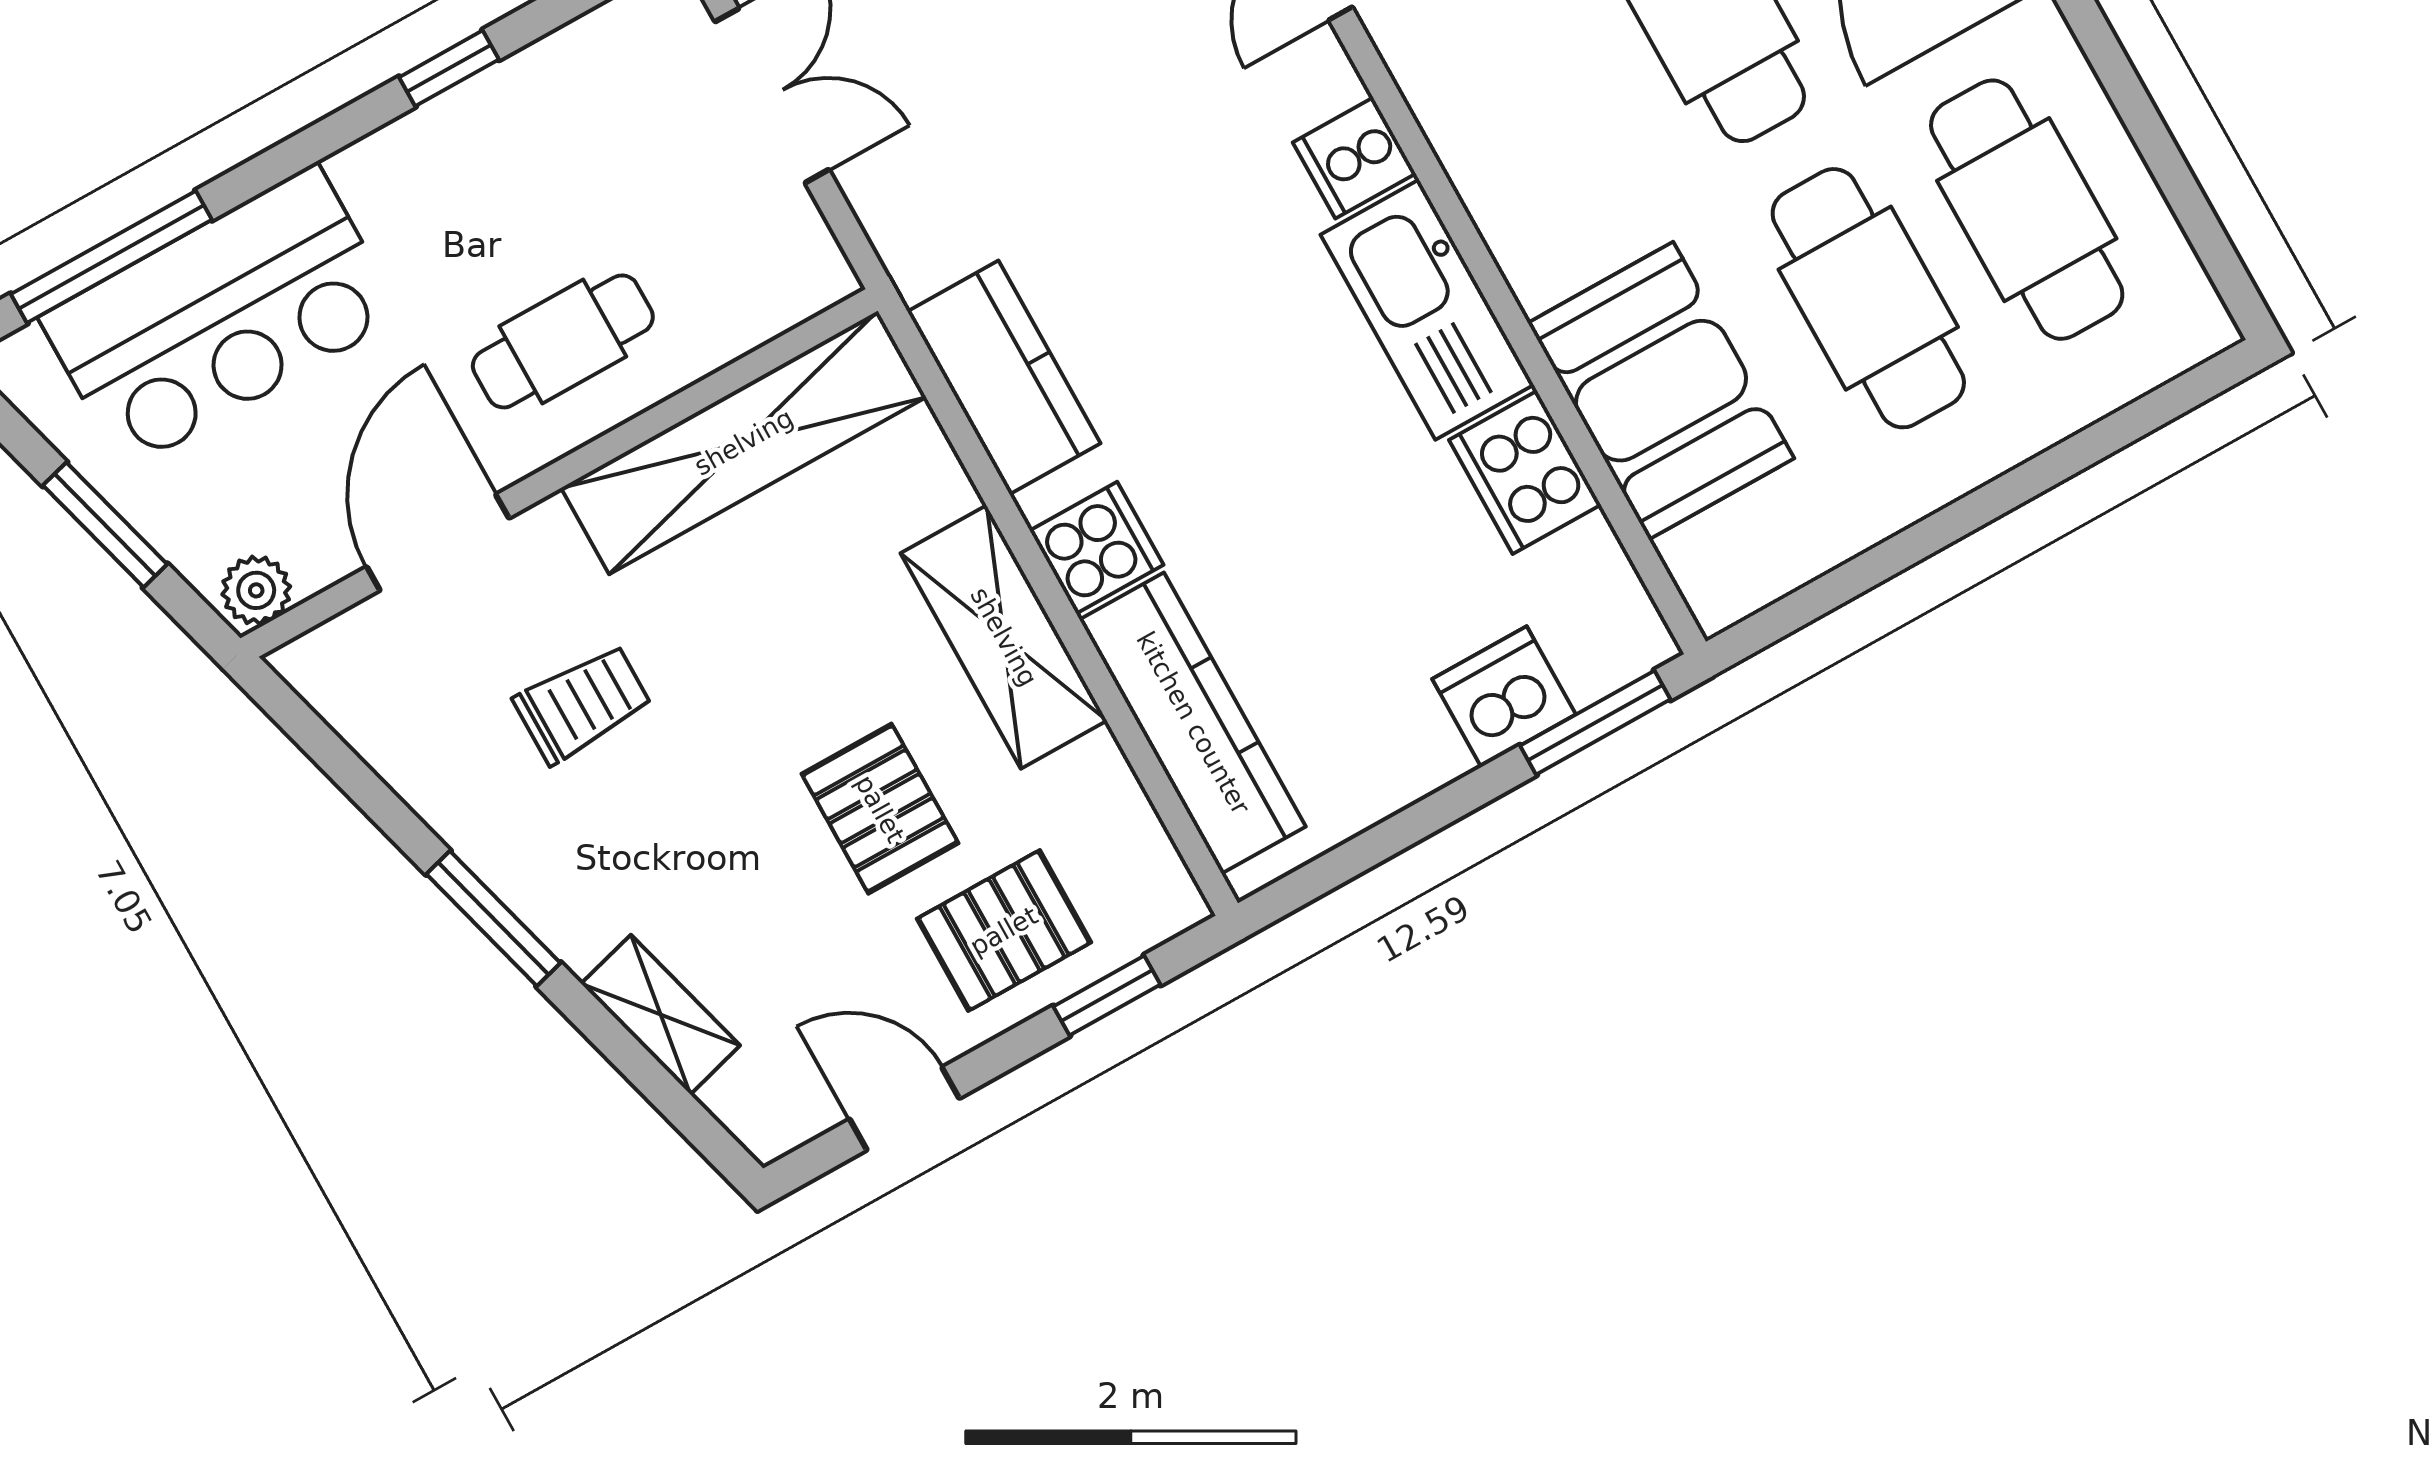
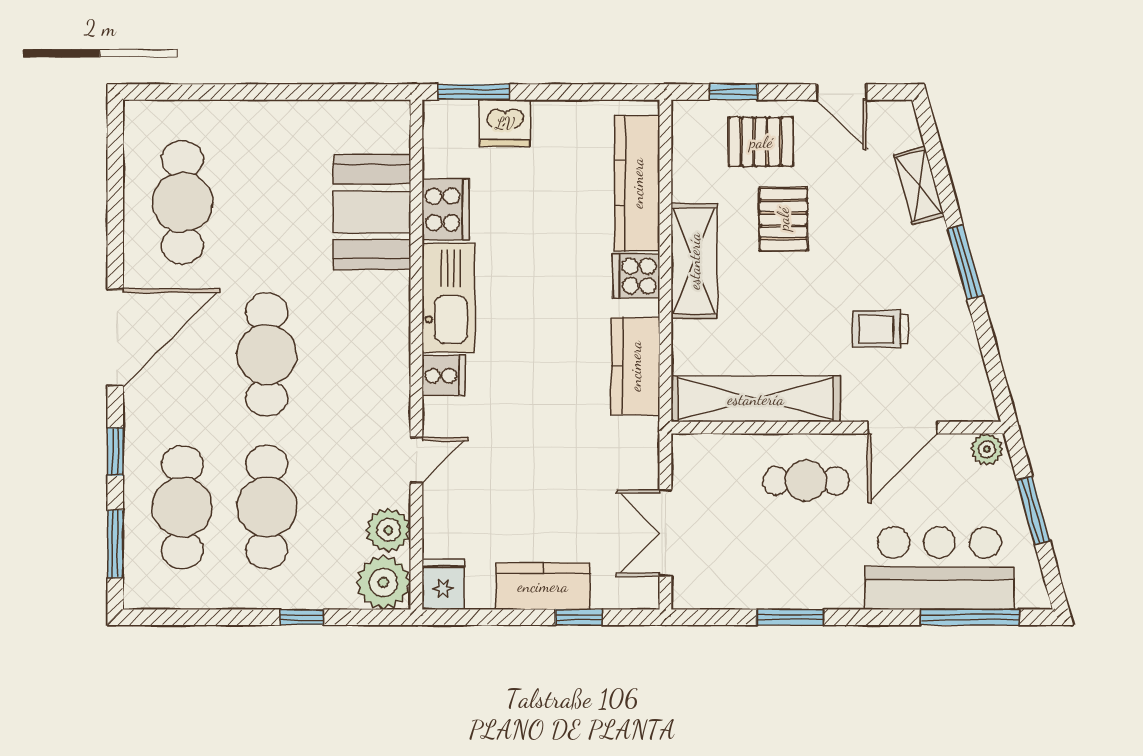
window: (449, 68) -> (790, 617), width x1.50
cafe table: (1868, 298) -> (267, 202), removed

